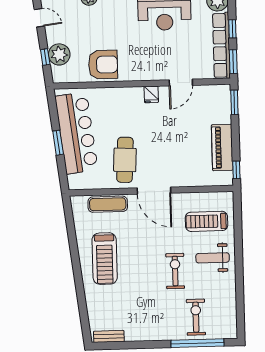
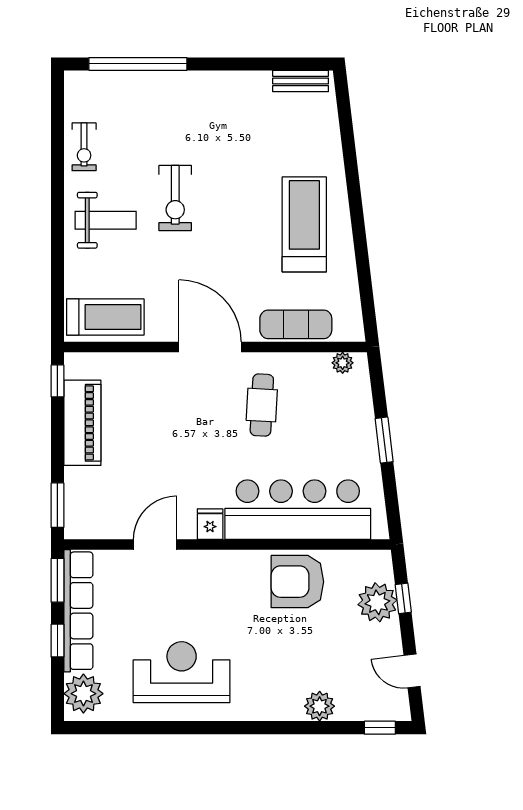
bar counter: (76, 133) -> (298, 510), moved, turned 97
cafe table: (125, 160) -> (262, 405), width x0.73, depth x0.74
plant: (82, 184) -> (343, 363), added
treadmill: (207, 221) -> (105, 317), moved
exercise bike: (196, 317) -> (84, 147), moved, width x0.73, depth x0.72

